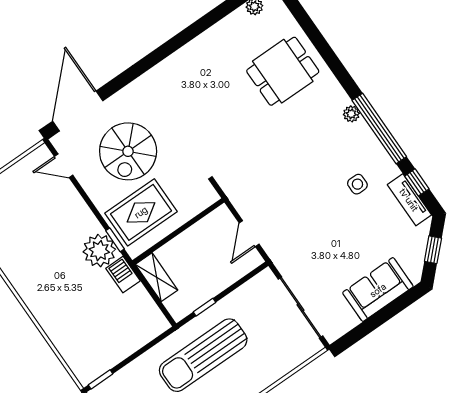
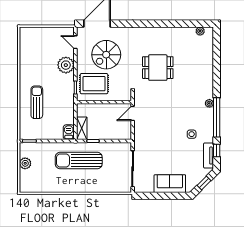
dining table: (283, 71) -> (158, 68), moved
door: (249, 234) -> (133, 113), moved
plant: (99, 251) -> (66, 65), moved
barbecue: (123, 275) -> (69, 132), moved
shelving: (157, 277) -> (82, 128), moved
sun lounger: (69, 308) -> (37, 102), added

